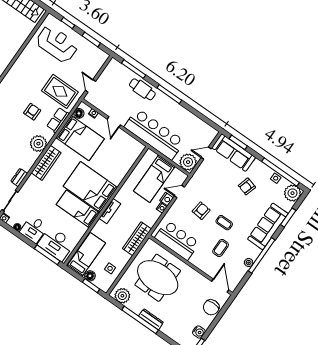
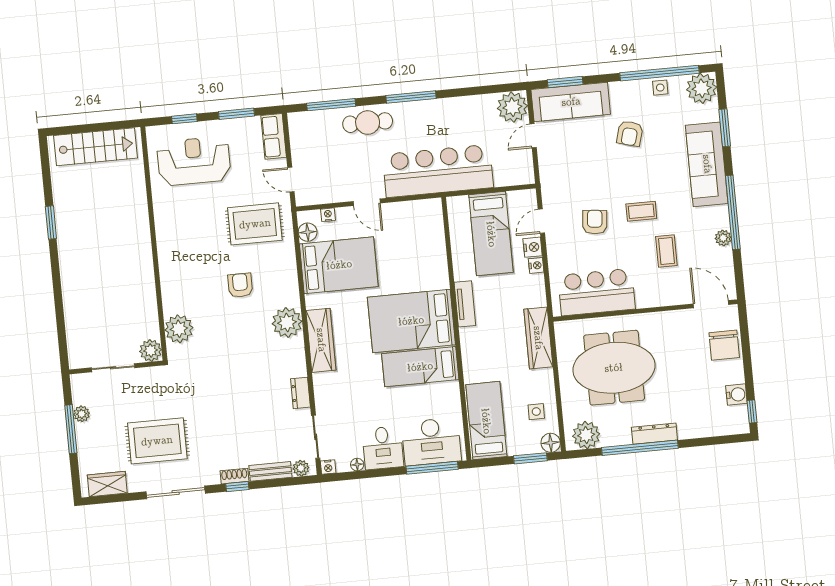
row of seats: (58, 120) -> (274, 136), moved
plant: (188, 162) -> (512, 107), moved
tv unit: (110, 211) -> (465, 304), moved
floor lamp: (90, 276) -> (551, 443), moved

